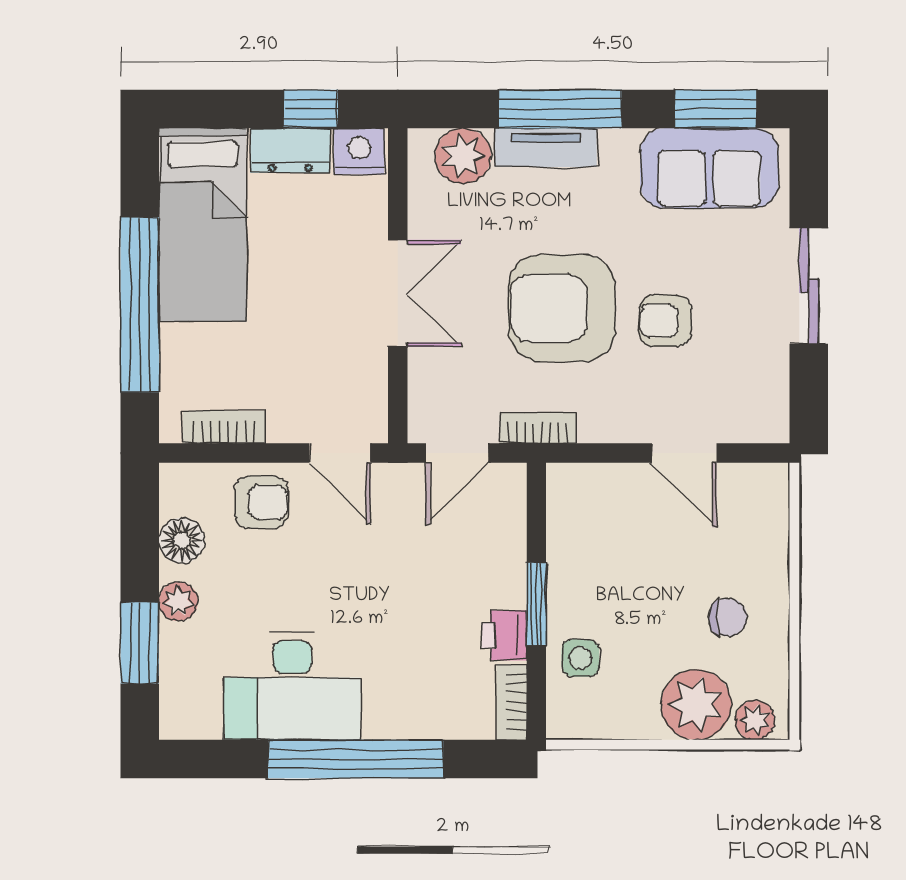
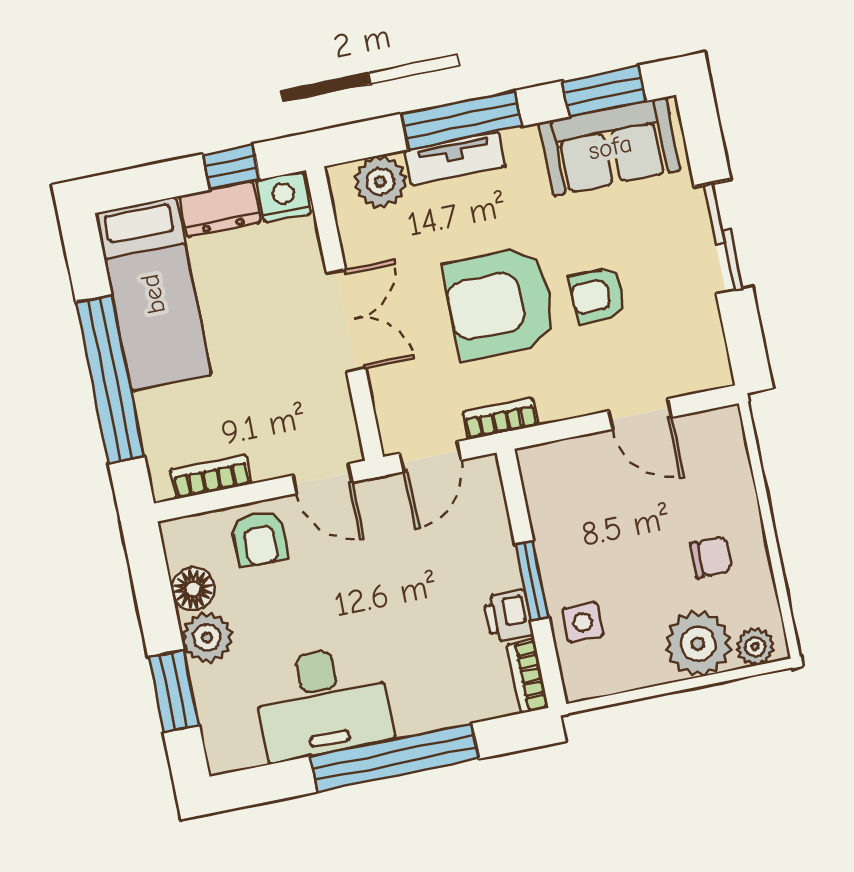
armchair: (261, 502) -> (260, 539), turned 90
plant: (178, 601) -> (207, 638), width x1.38, depth x1.38

